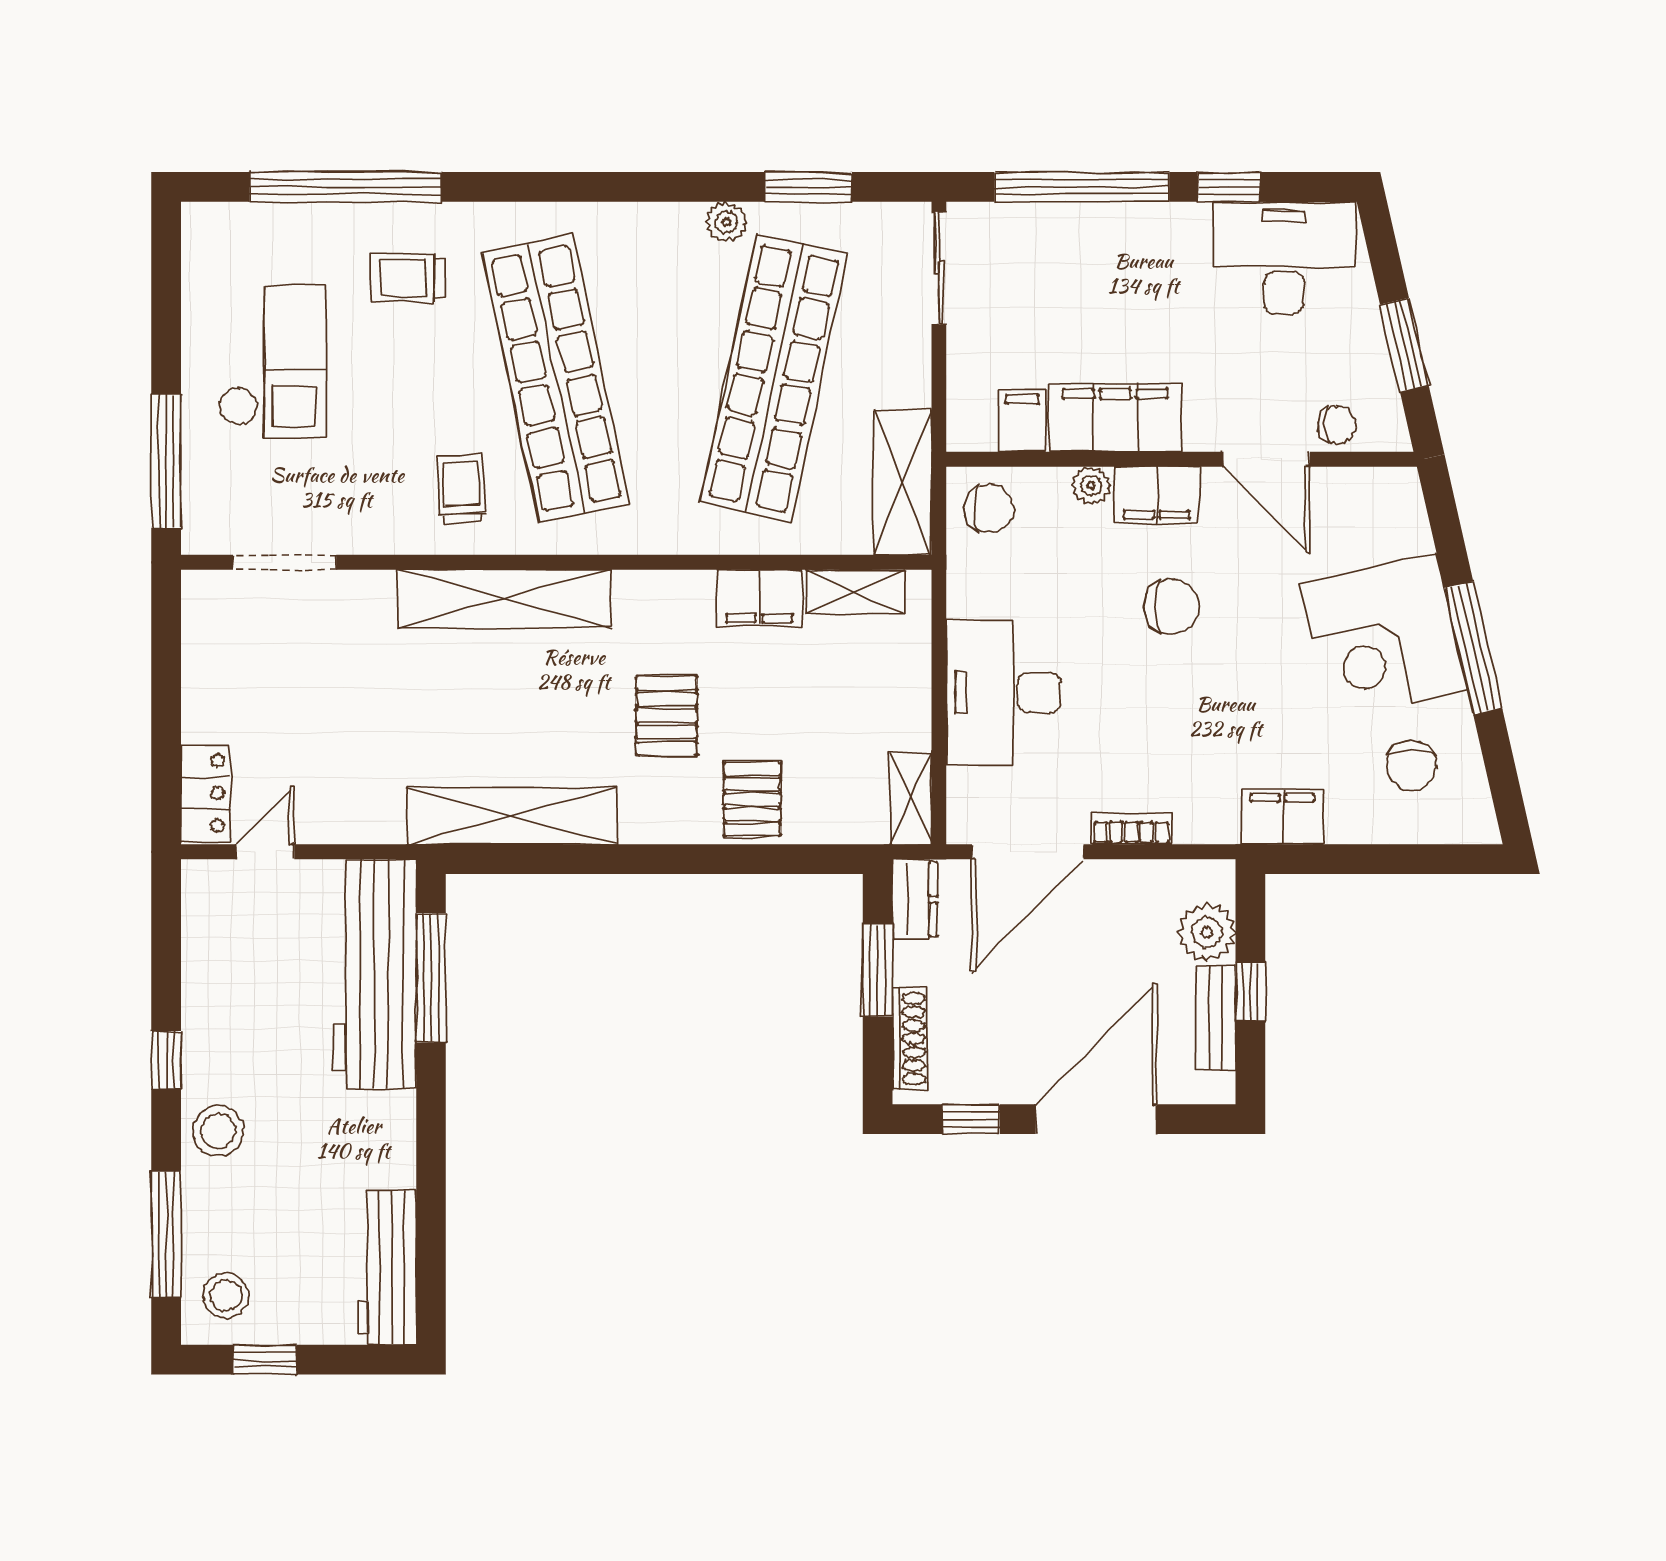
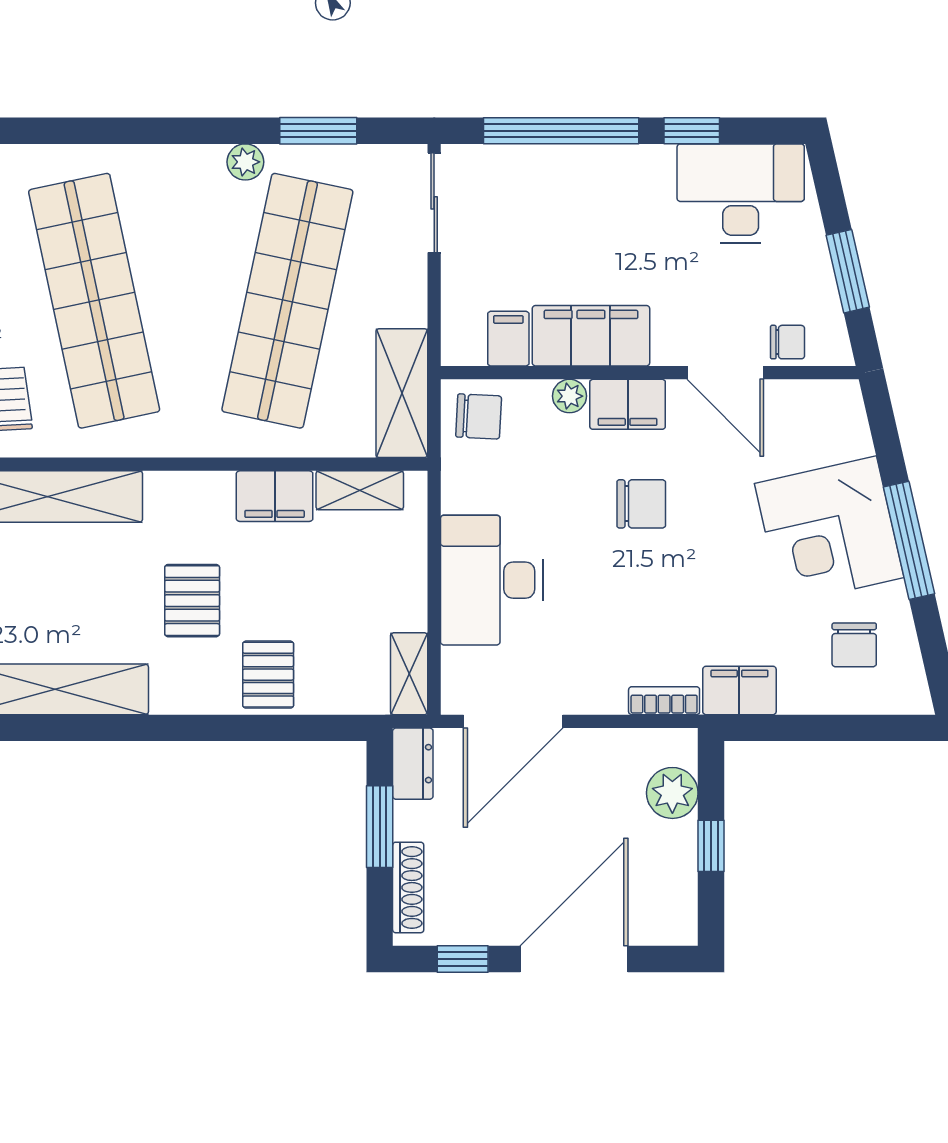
bookcase: (1131, 829) -> (664, 701), moved
bench: (1216, 1018) -> (680, 869), removed

